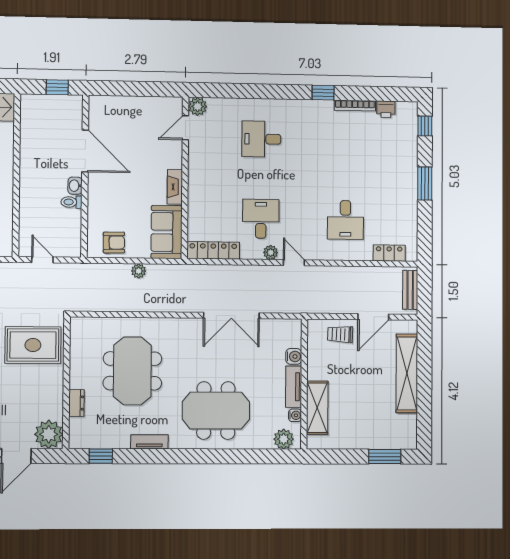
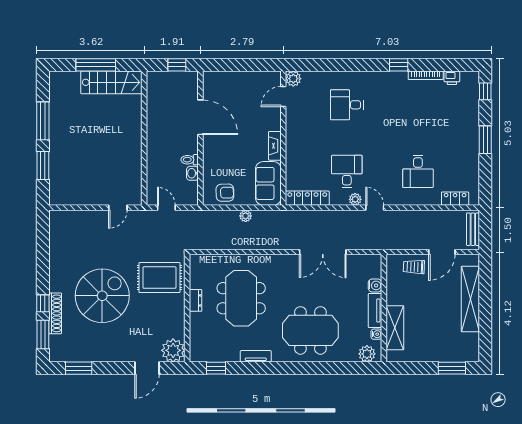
washbasin: (75, 186) -> (192, 173), moved
dresser: (76, 403) -> (196, 300), moved

